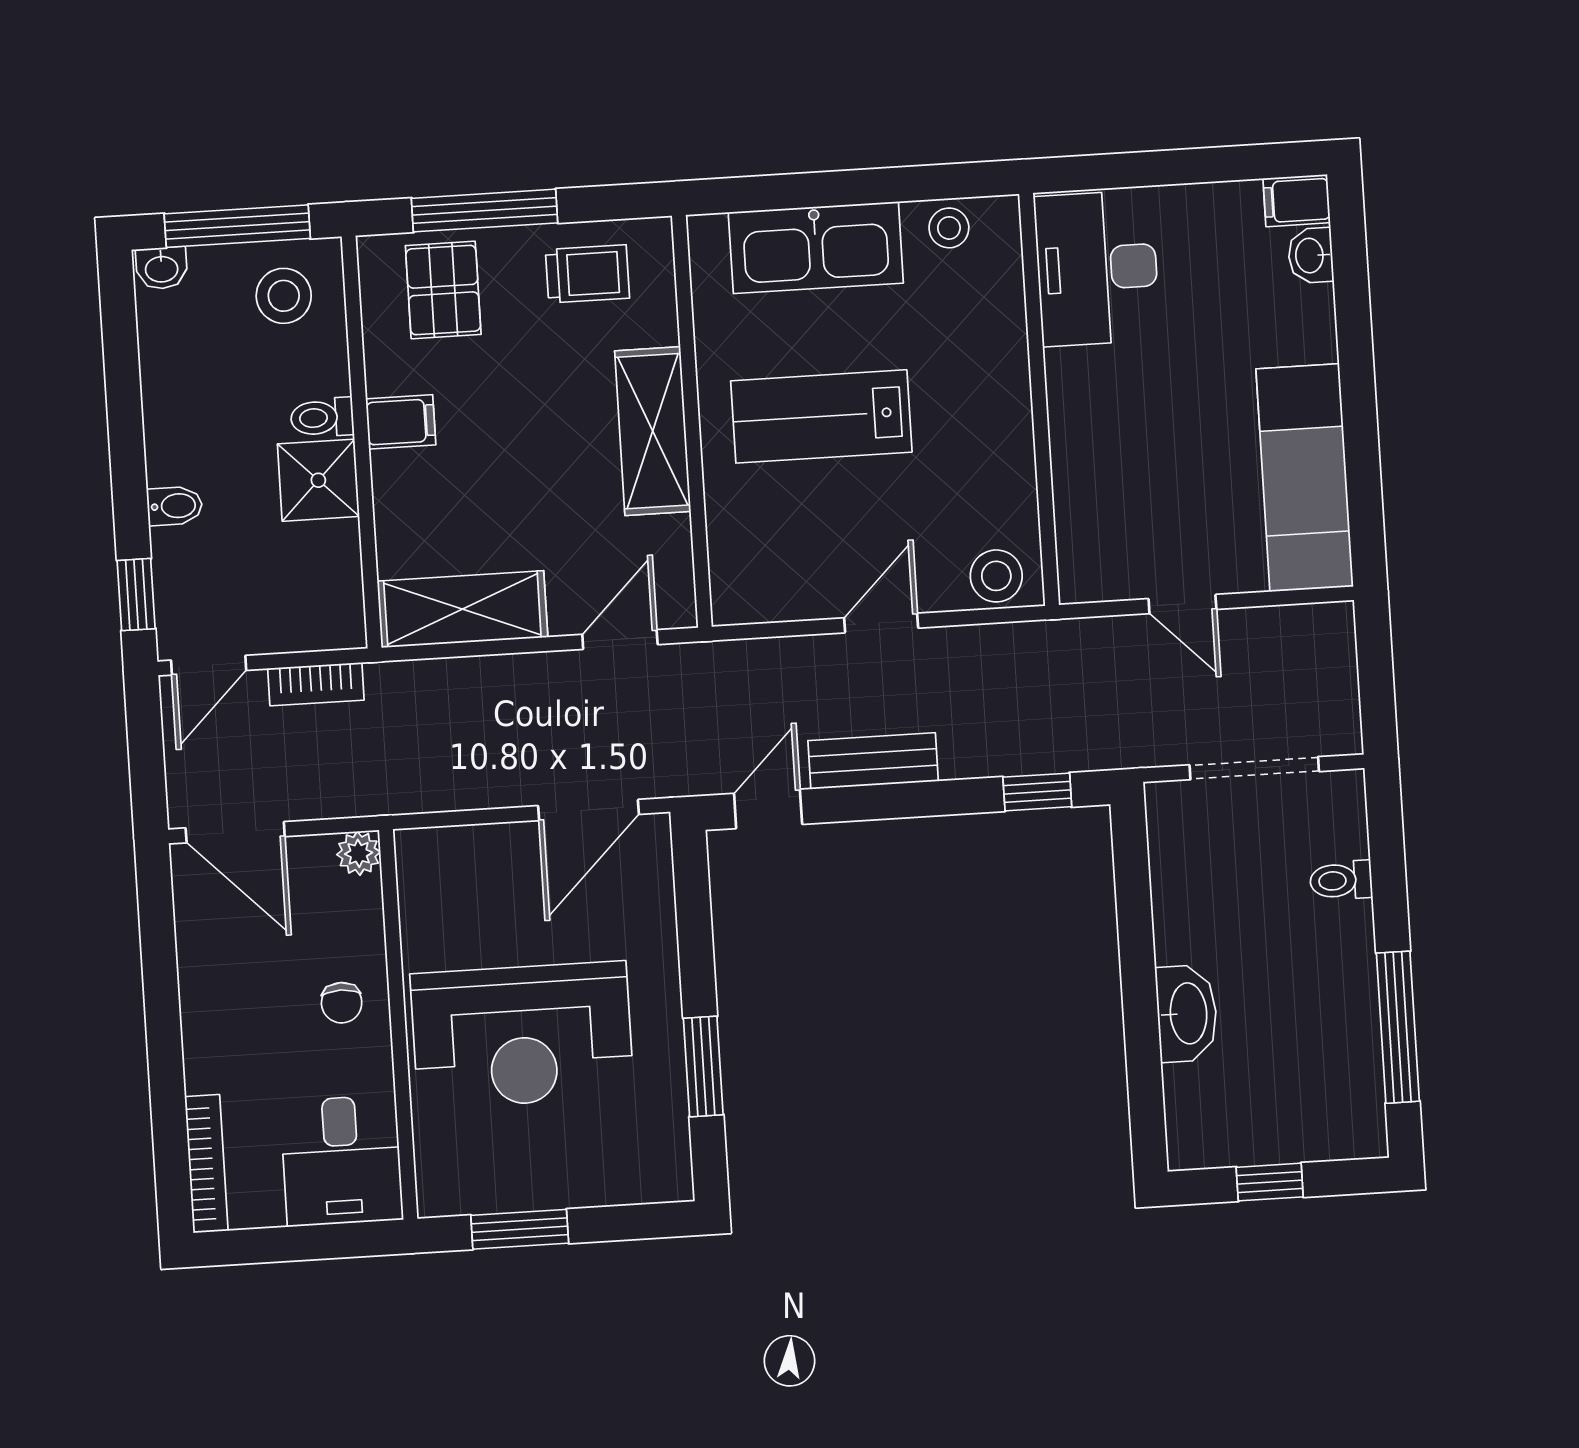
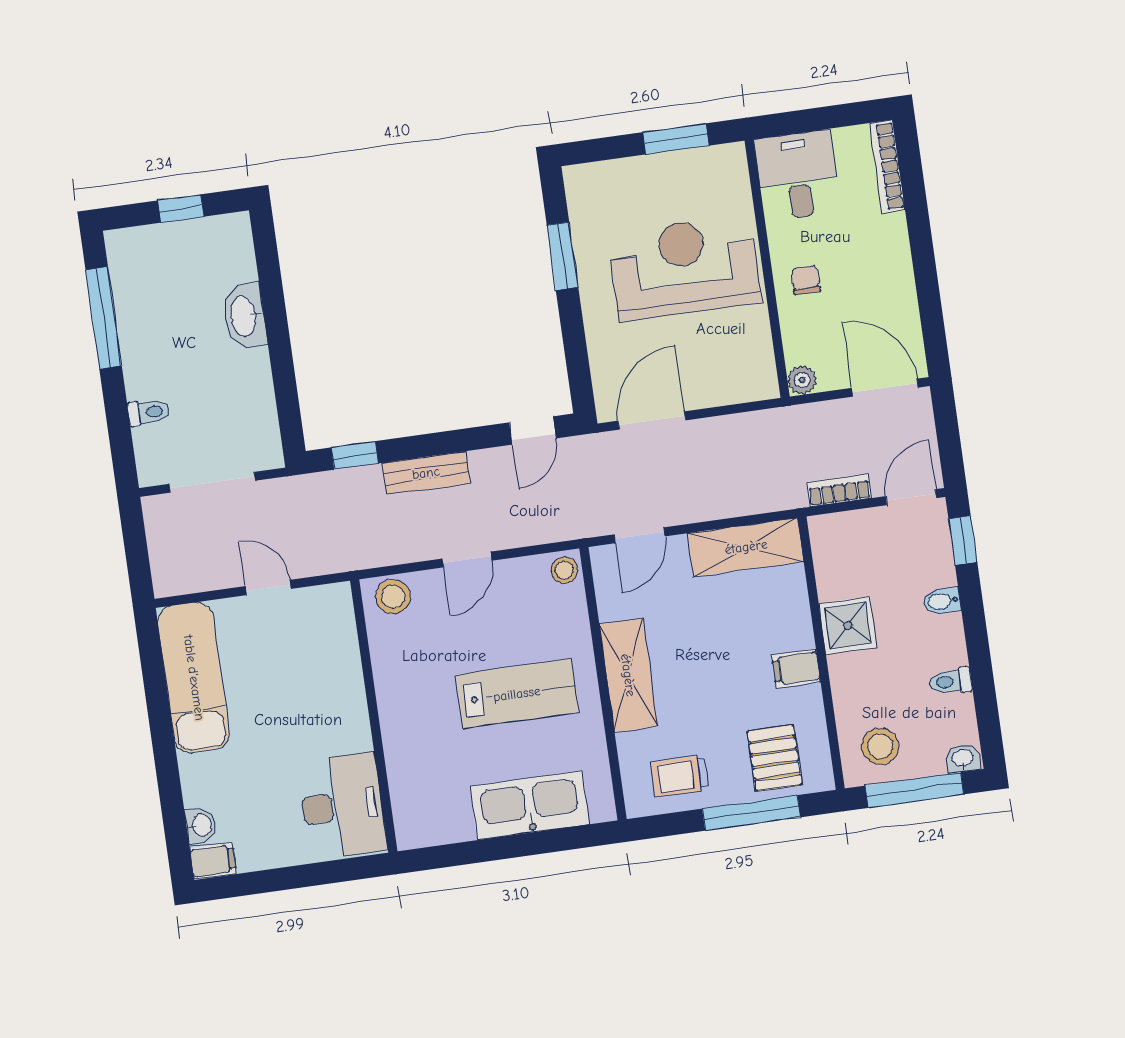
stool: (949, 228) -> (564, 570), moved
toilet: (322, 418) -> (951, 681), moved, turned 180
bench: (873, 761) -> (426, 473), moved

